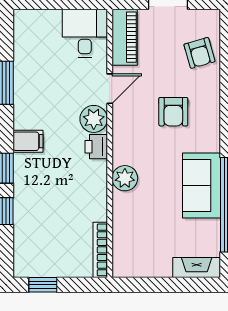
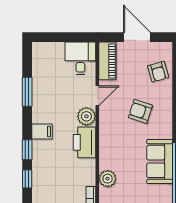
armchair: (173, 112) -> (140, 111), turned 108
printer: (96, 147) -> (85, 142), width x1.87, depth x1.48
plant: (125, 178) -> (108, 179), moved

